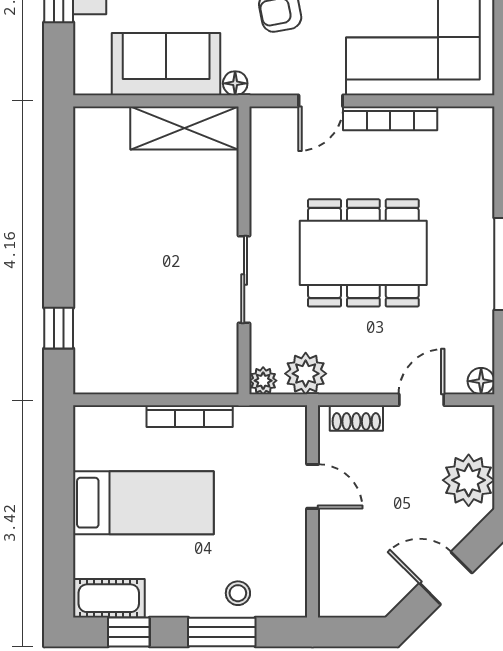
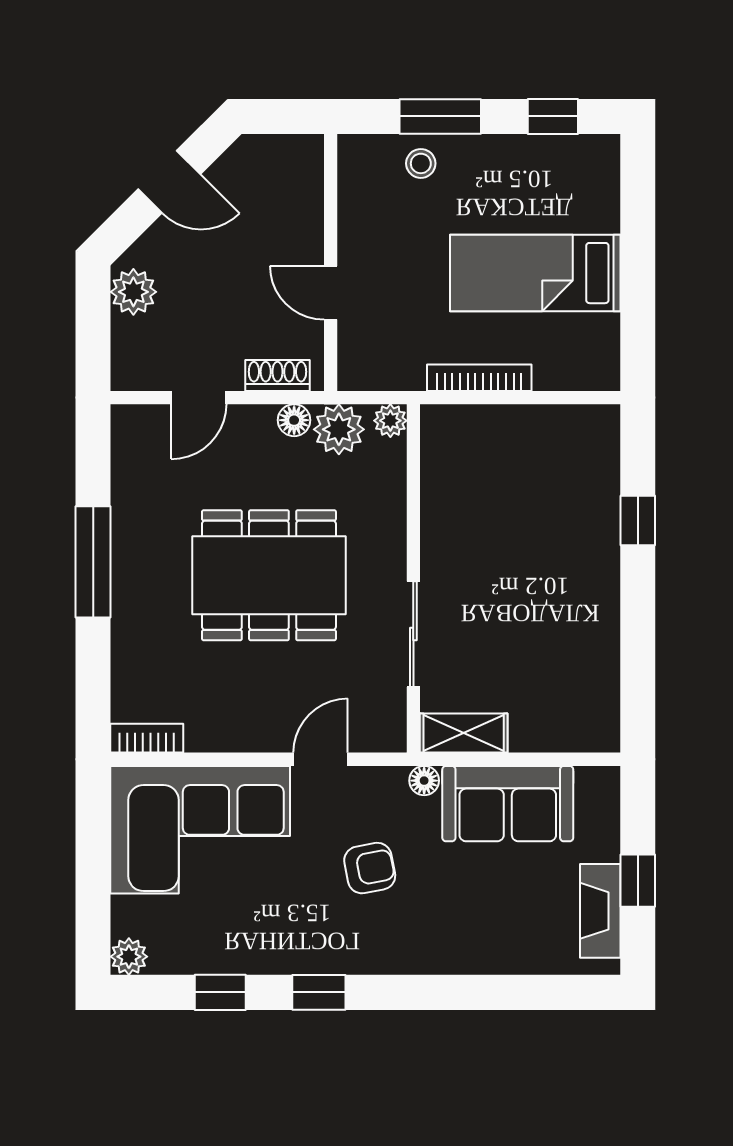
bookcase: (390, 118) -> (147, 738), moved, width x0.64
shelving: (185, 128) -> (464, 733), width x0.67, depth x0.75
sliding door: (244, 279) -> (413, 634), moved
window: (59, 328) -> (638, 520), moved
floor lamp: (481, 381) -> (294, 420), moved
plant: (469, 480) -> (133, 292), width x0.73, depth x0.73
cot: (109, 598) -> (577, 157), removed

